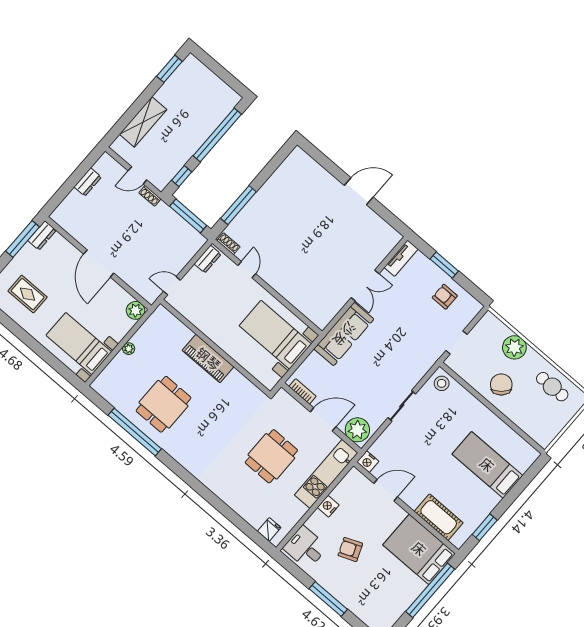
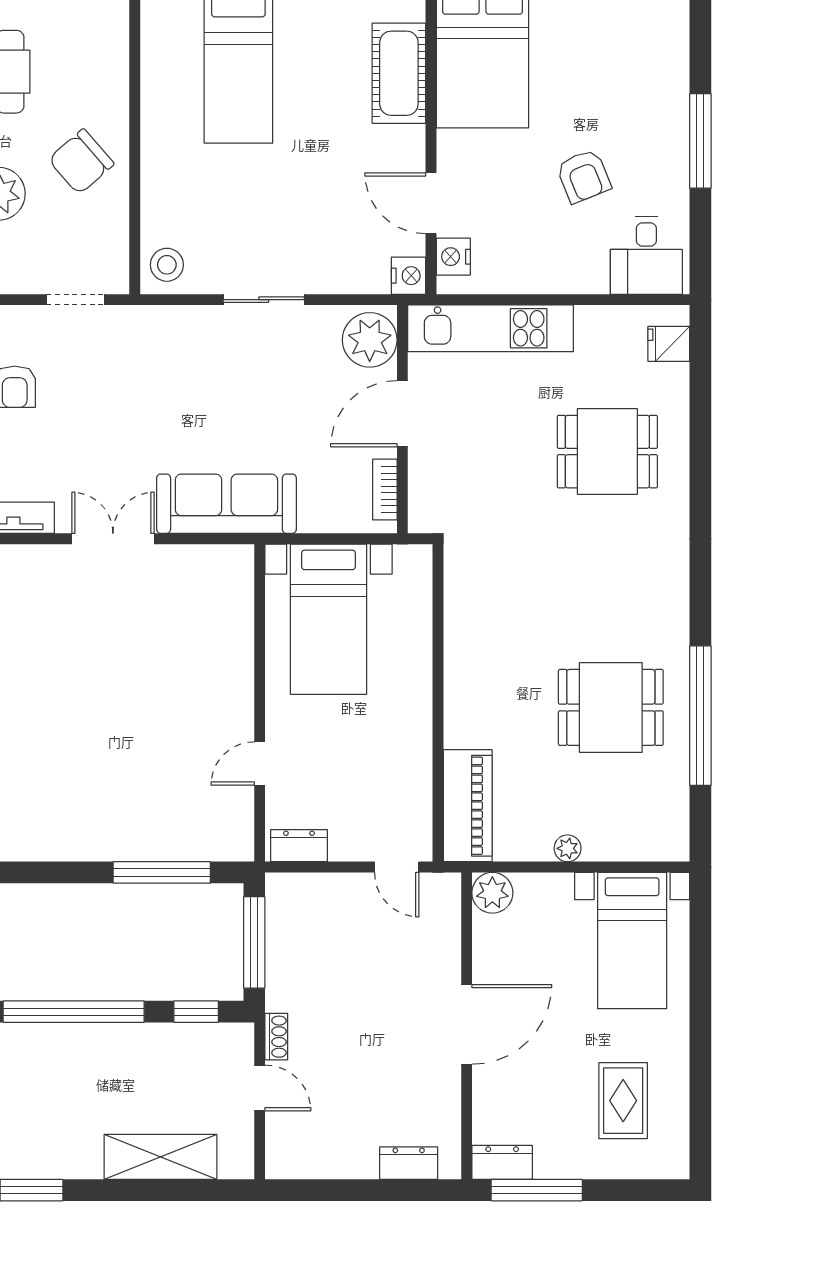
dresser: (88, 182) -> (409, 1163), moved
shoe rack: (228, 244) -> (242, 833), removed
piano: (208, 359) -> (468, 806), moved
door: (323, 419) -> (402, 414), hinge flipped
dining table: (271, 456) -> (607, 452), moved
nightstand: (328, 506) -> (453, 257), moved, turned 90

